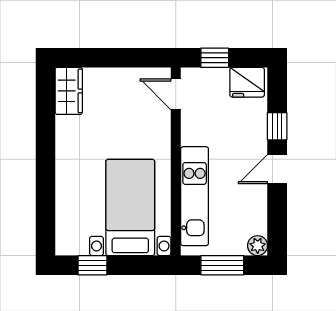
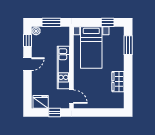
wardrobe: (69, 91) -> (118, 82), moved
window: (277, 126) -> (28, 40), moved
kitchen unit: (195, 196) -> (63, 67), moved
window: (45, 213) -> (128, 45), added

